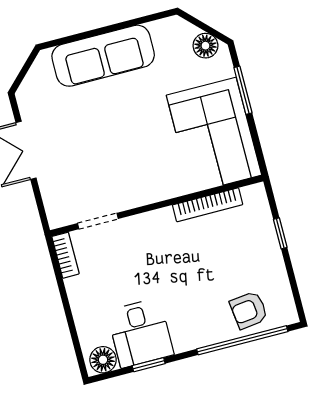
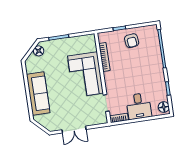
corner sofa: (214, 135) -> (86, 75), moved, turned 90
armchair: (249, 310) -> (132, 41), moved
desk: (140, 333) -> (139, 106), moved, turned 90

